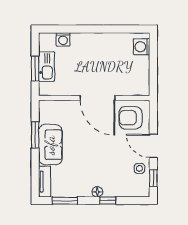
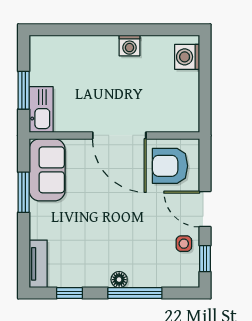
washing machine: (63, 39) -> (129, 46), moved
kitchen sink: (46, 67) -> (41, 109), moved
sofa: (50, 145) -> (47, 170), moved
window: (65, 201) -> (69, 293), width x0.67
window: (108, 201) -> (135, 293), width x2.17

